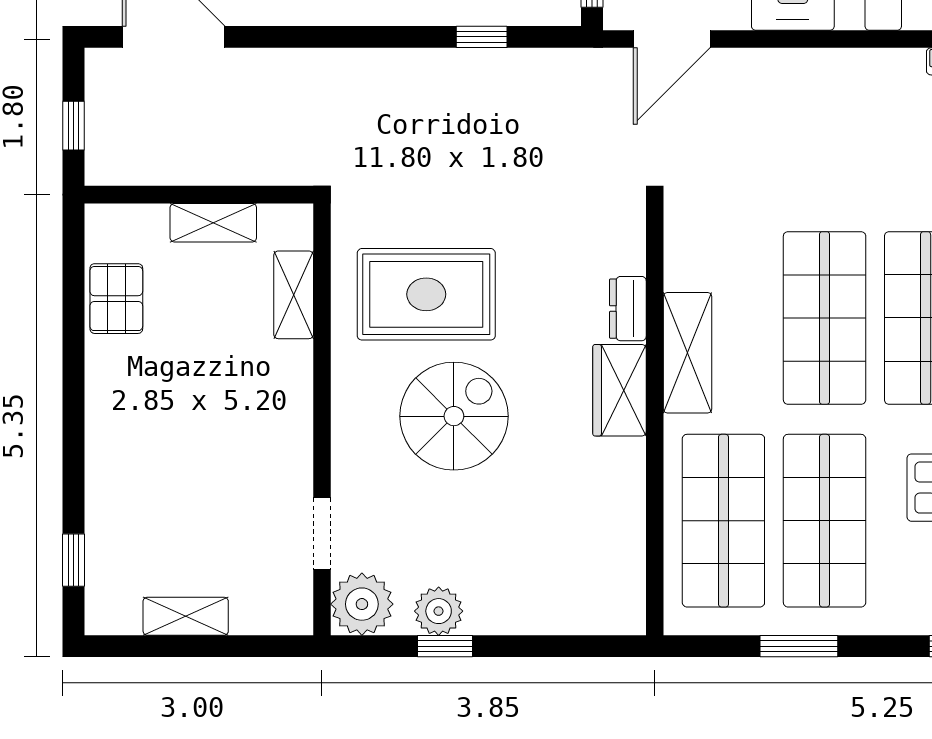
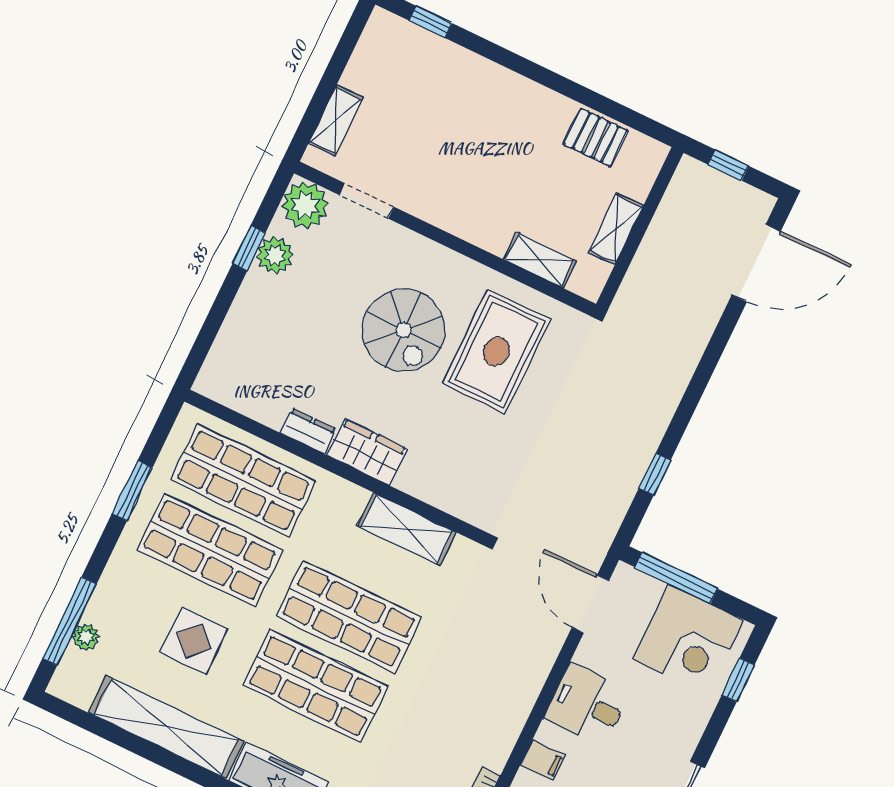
dresser: (628, 309) -> (308, 431), moved
shelving: (687, 353) -> (407, 529), moved
shelving: (186, 616) -> (336, 121), moved

